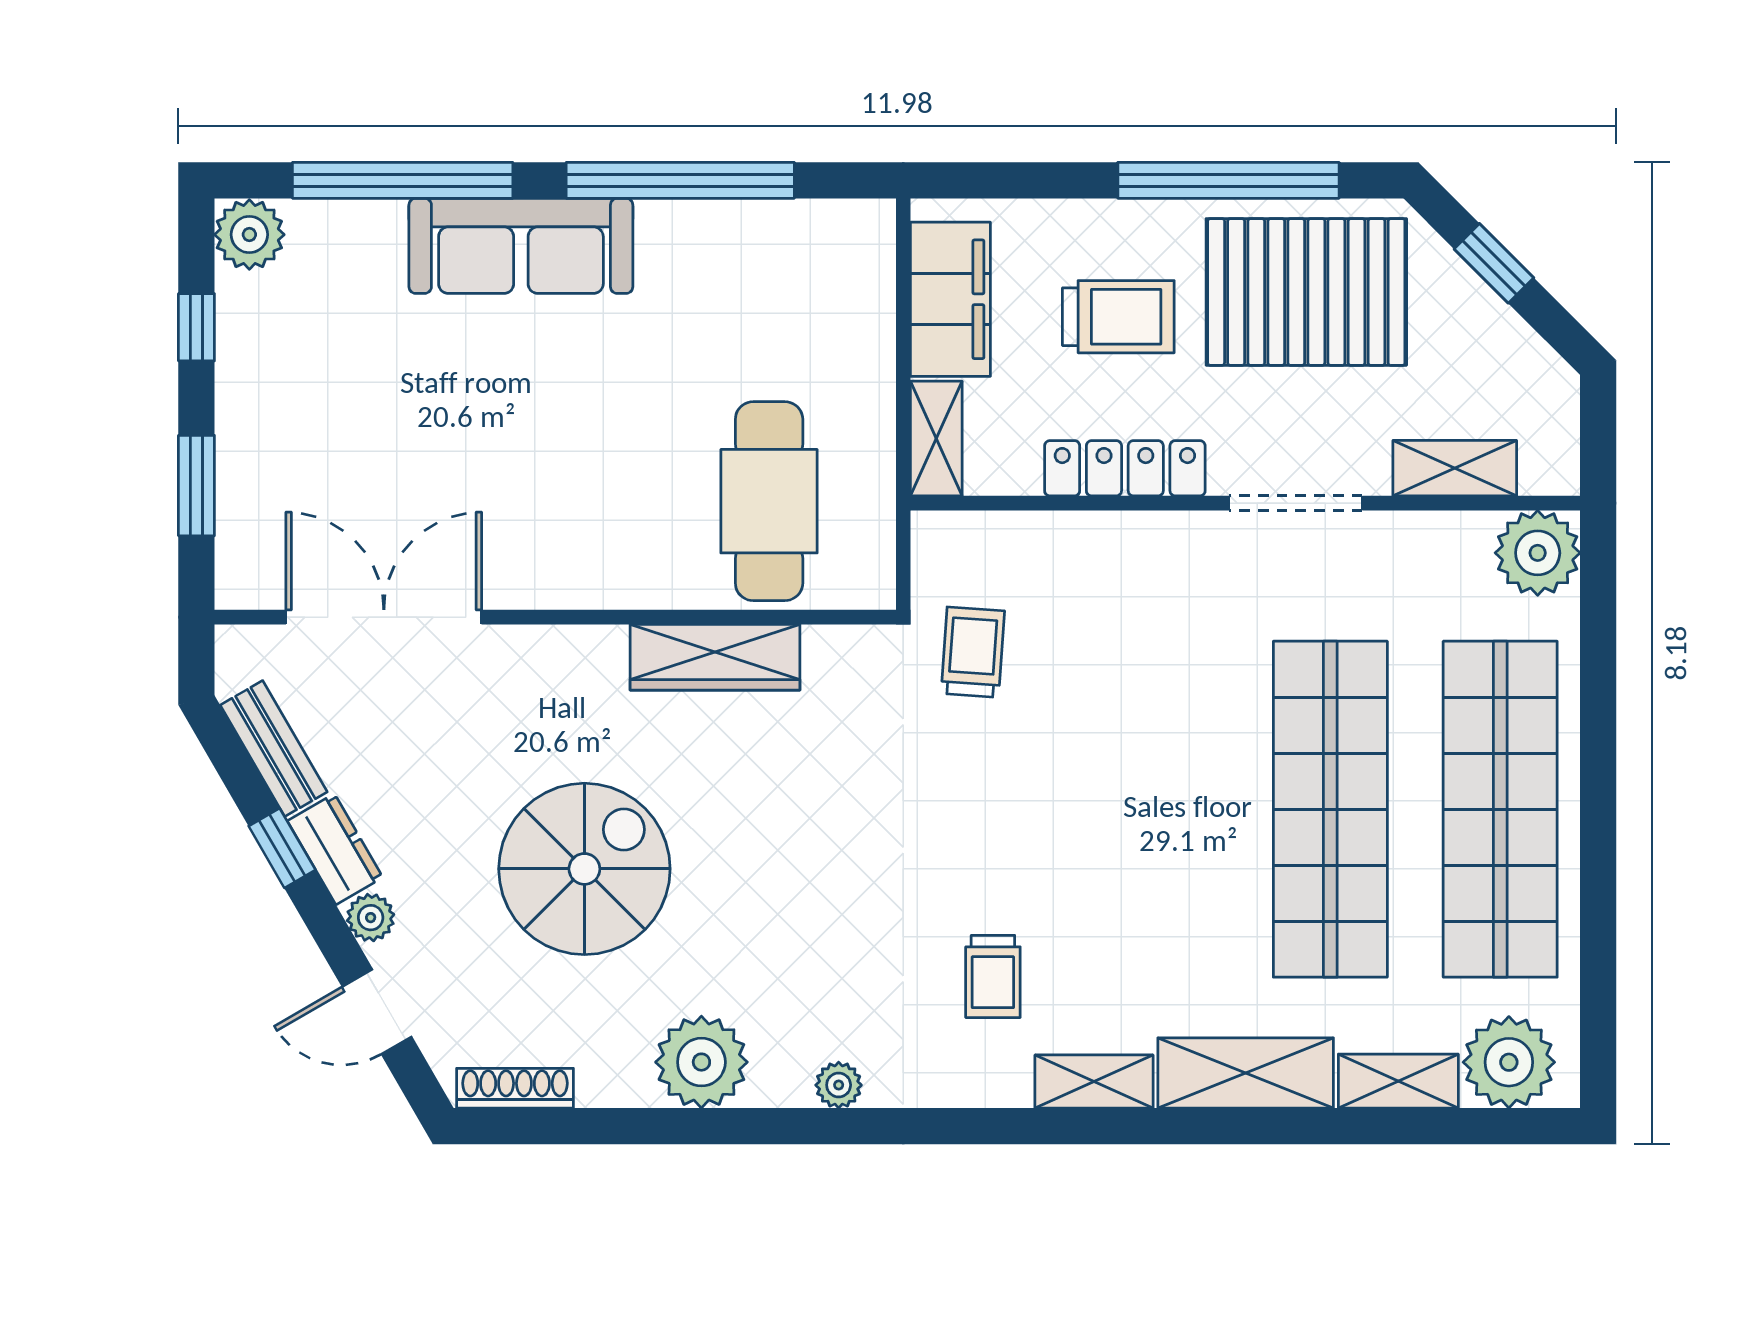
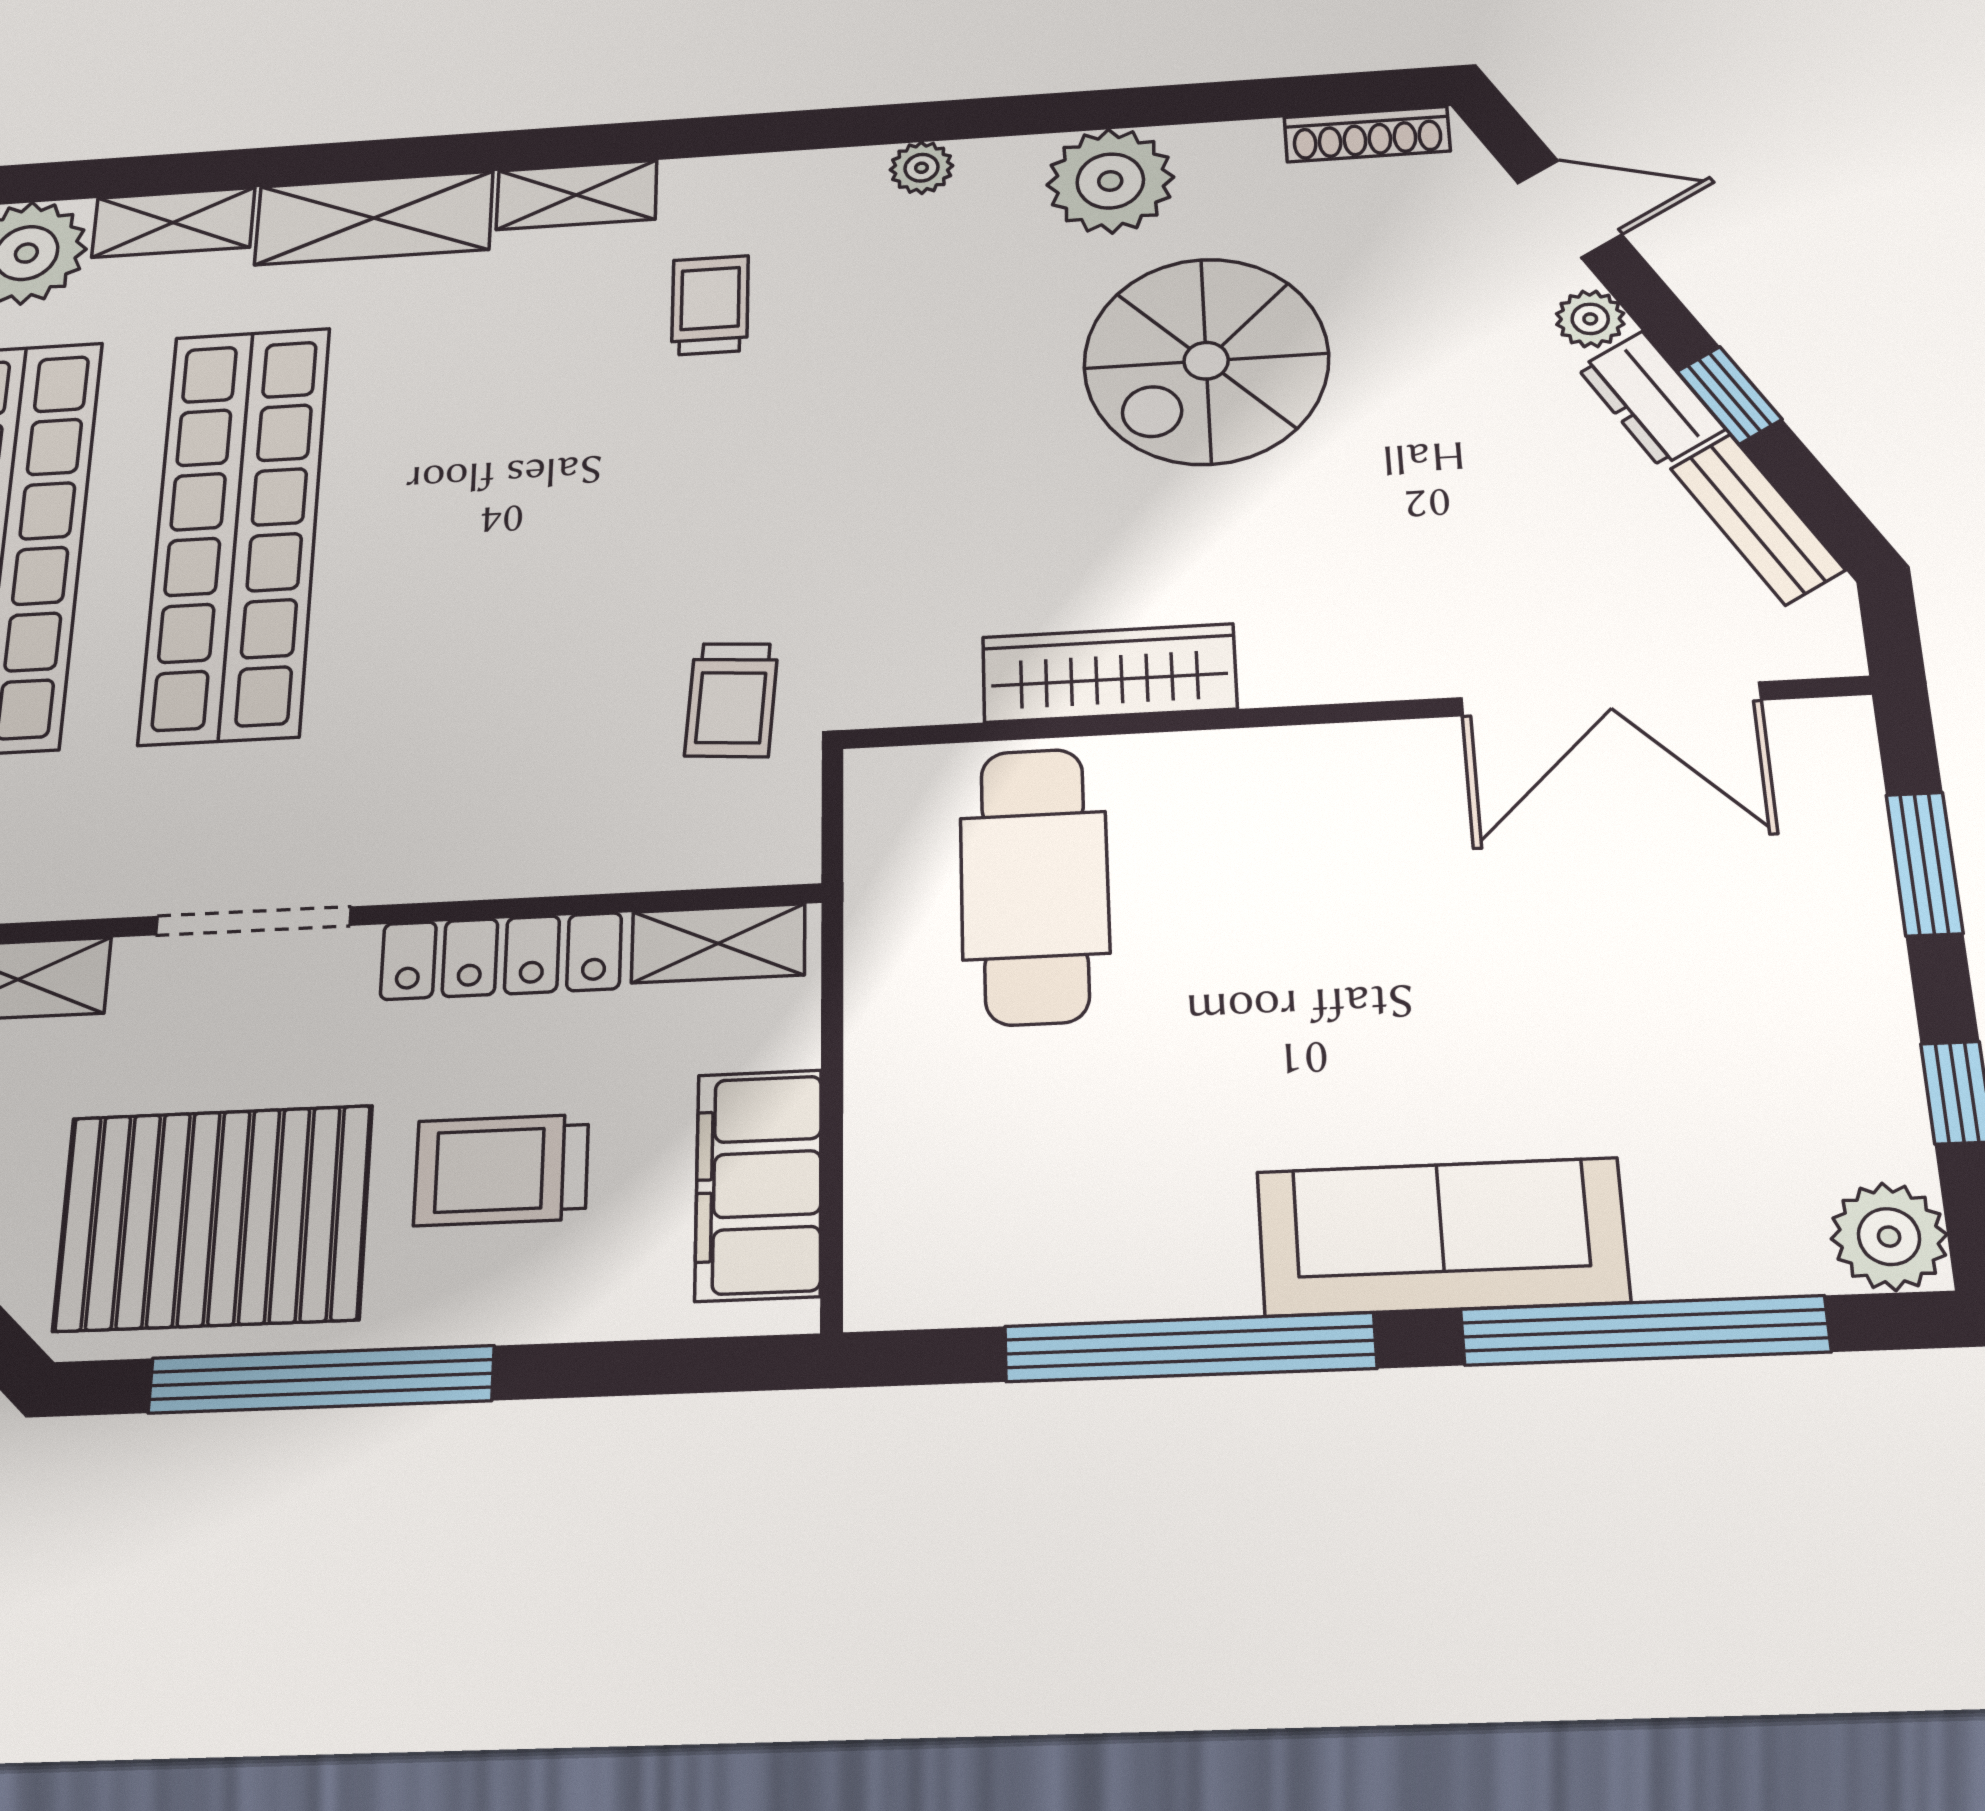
shelving: (936, 439) -> (718, 943), moved, turned 90
spiral stairs: (584, 869) -> (1206, 361), moved

